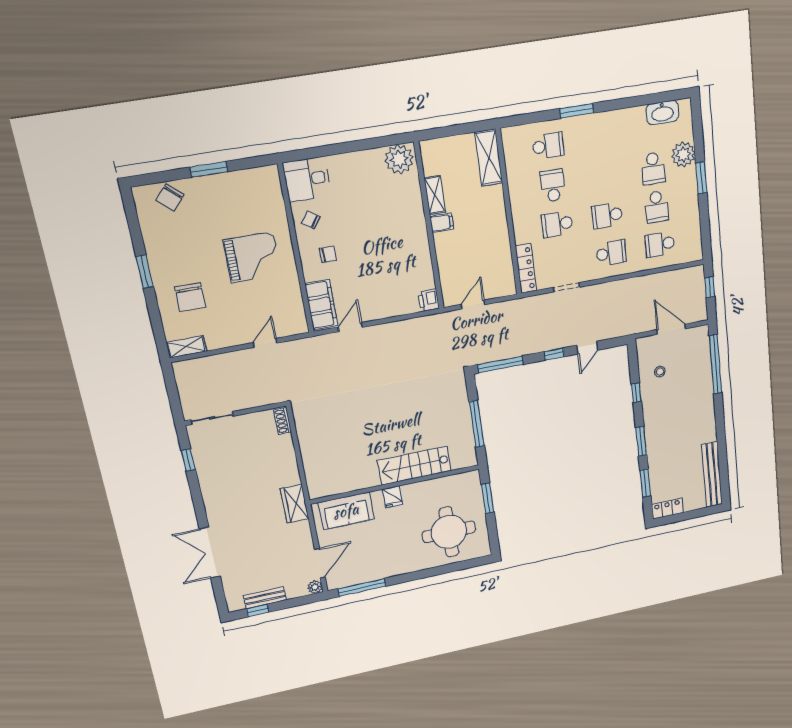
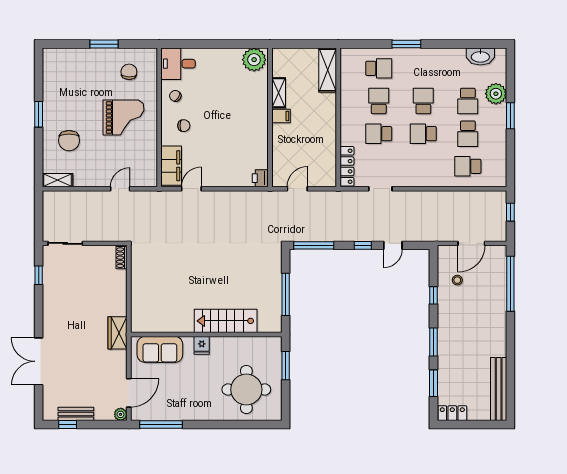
chair: (170, 197) -> (129, 72), moved, turned 140
school desk: (611, 253) -> (423, 101), moved, turned -90
door: (671, 329) -> (471, 243), swing flipped

